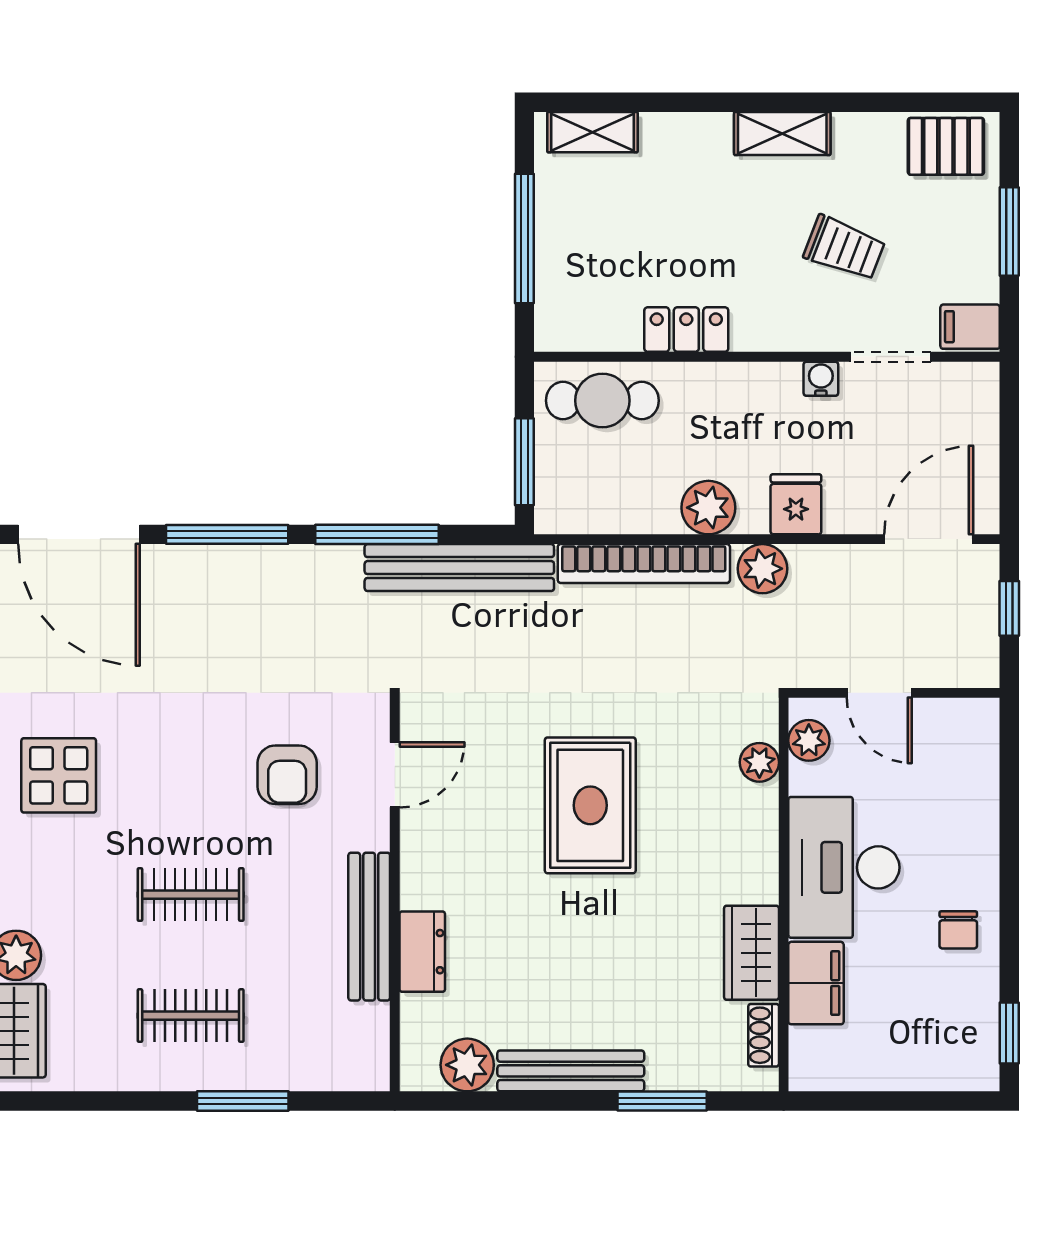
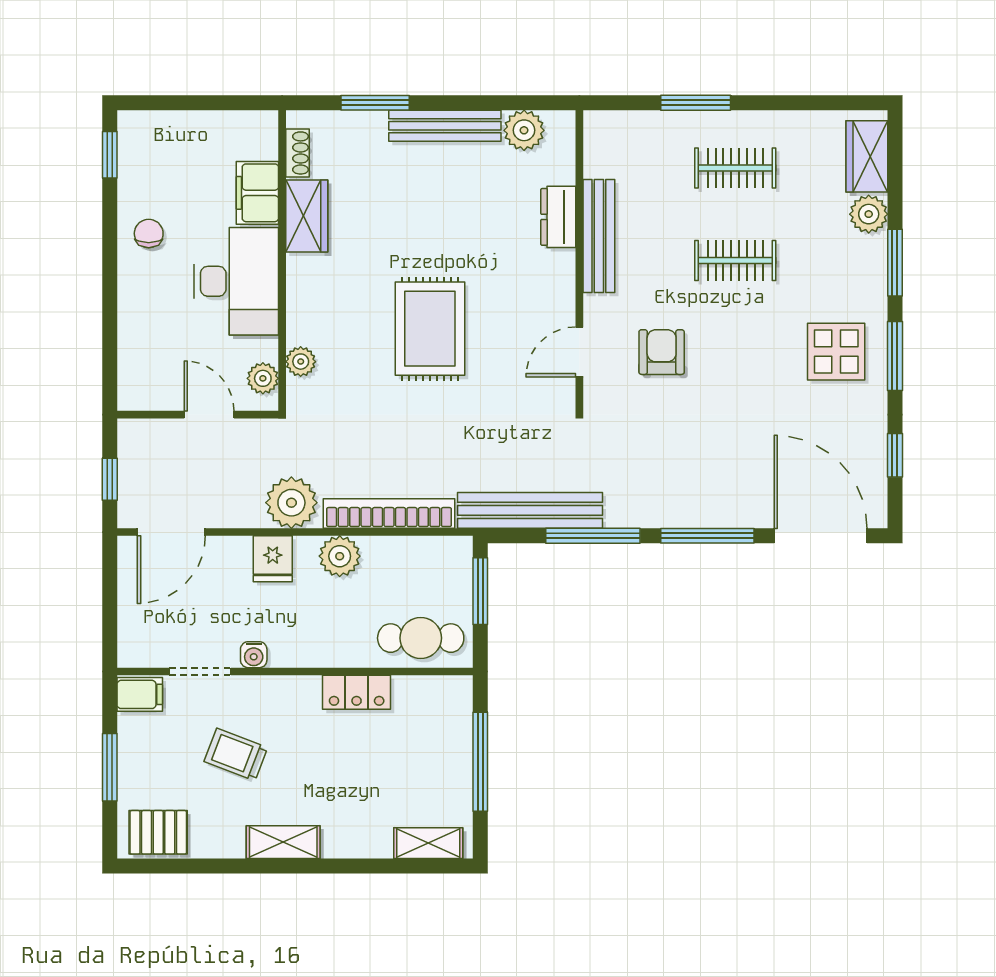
plant: (762, 569) -> (291, 503), width x1.36, depth x1.36

